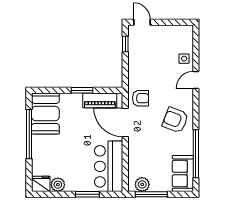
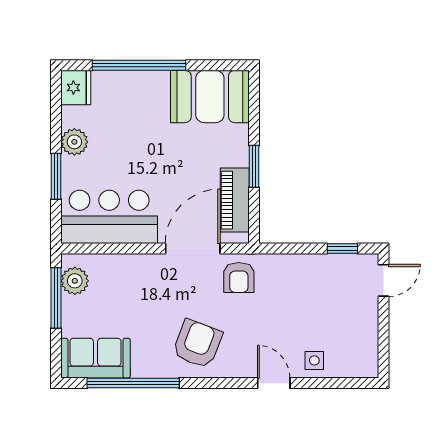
window: (29, 134) -> (139, 65), moved
plant: (58, 185) -> (74, 142), moved

